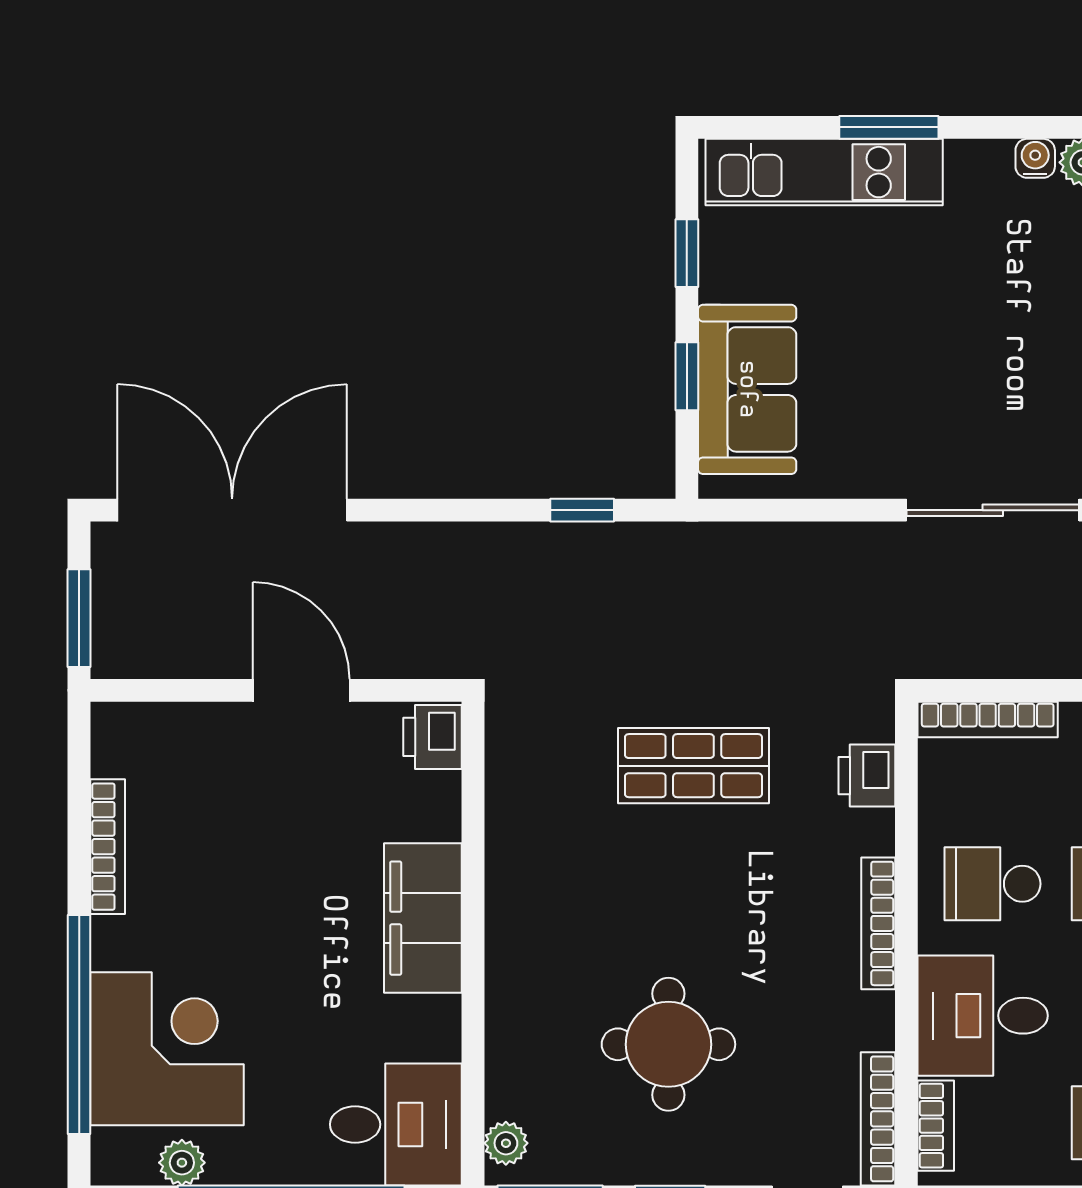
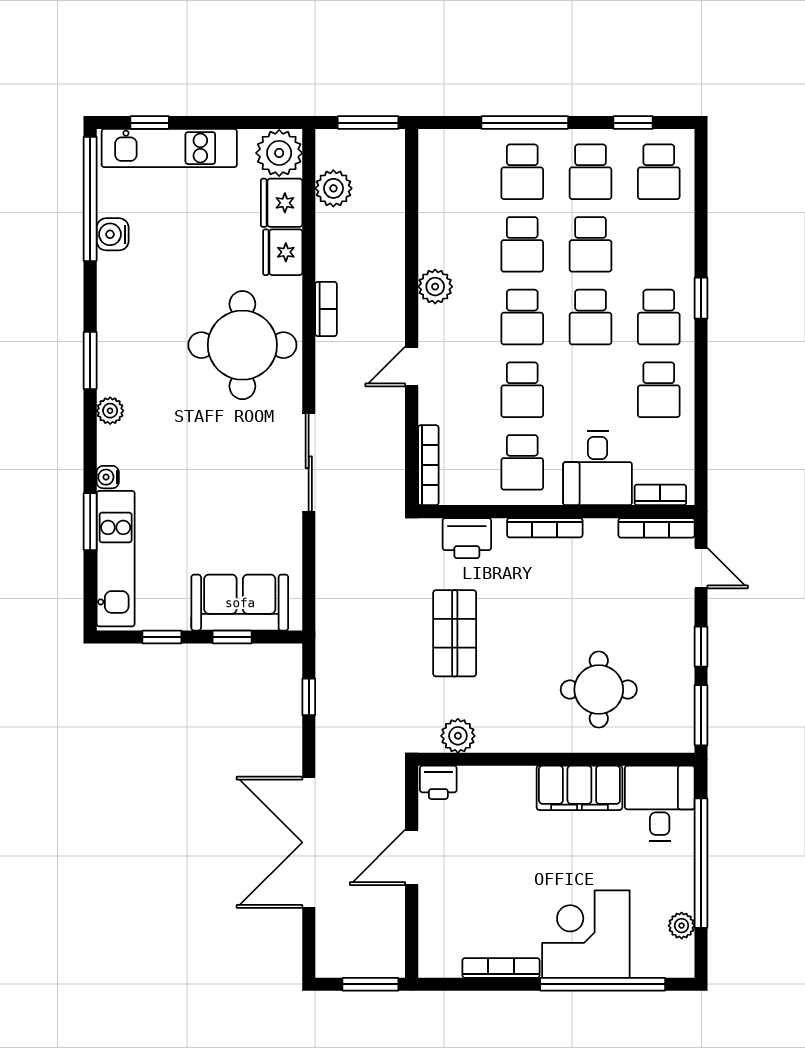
water cooler: (1035, 158) -> (108, 477), moved
double door: (232, 510) -> (309, 842), moved
printer: (867, 776) -> (467, 538), width x1.36, depth x1.24
filing cabinet: (423, 918) -> (579, 788), moved
round table: (668, 1044) -> (599, 690), moved
corner desk: (167, 1049) -> (586, 934), moved
plant: (506, 1143) -> (458, 736), moved, width x1.38, depth x1.38

